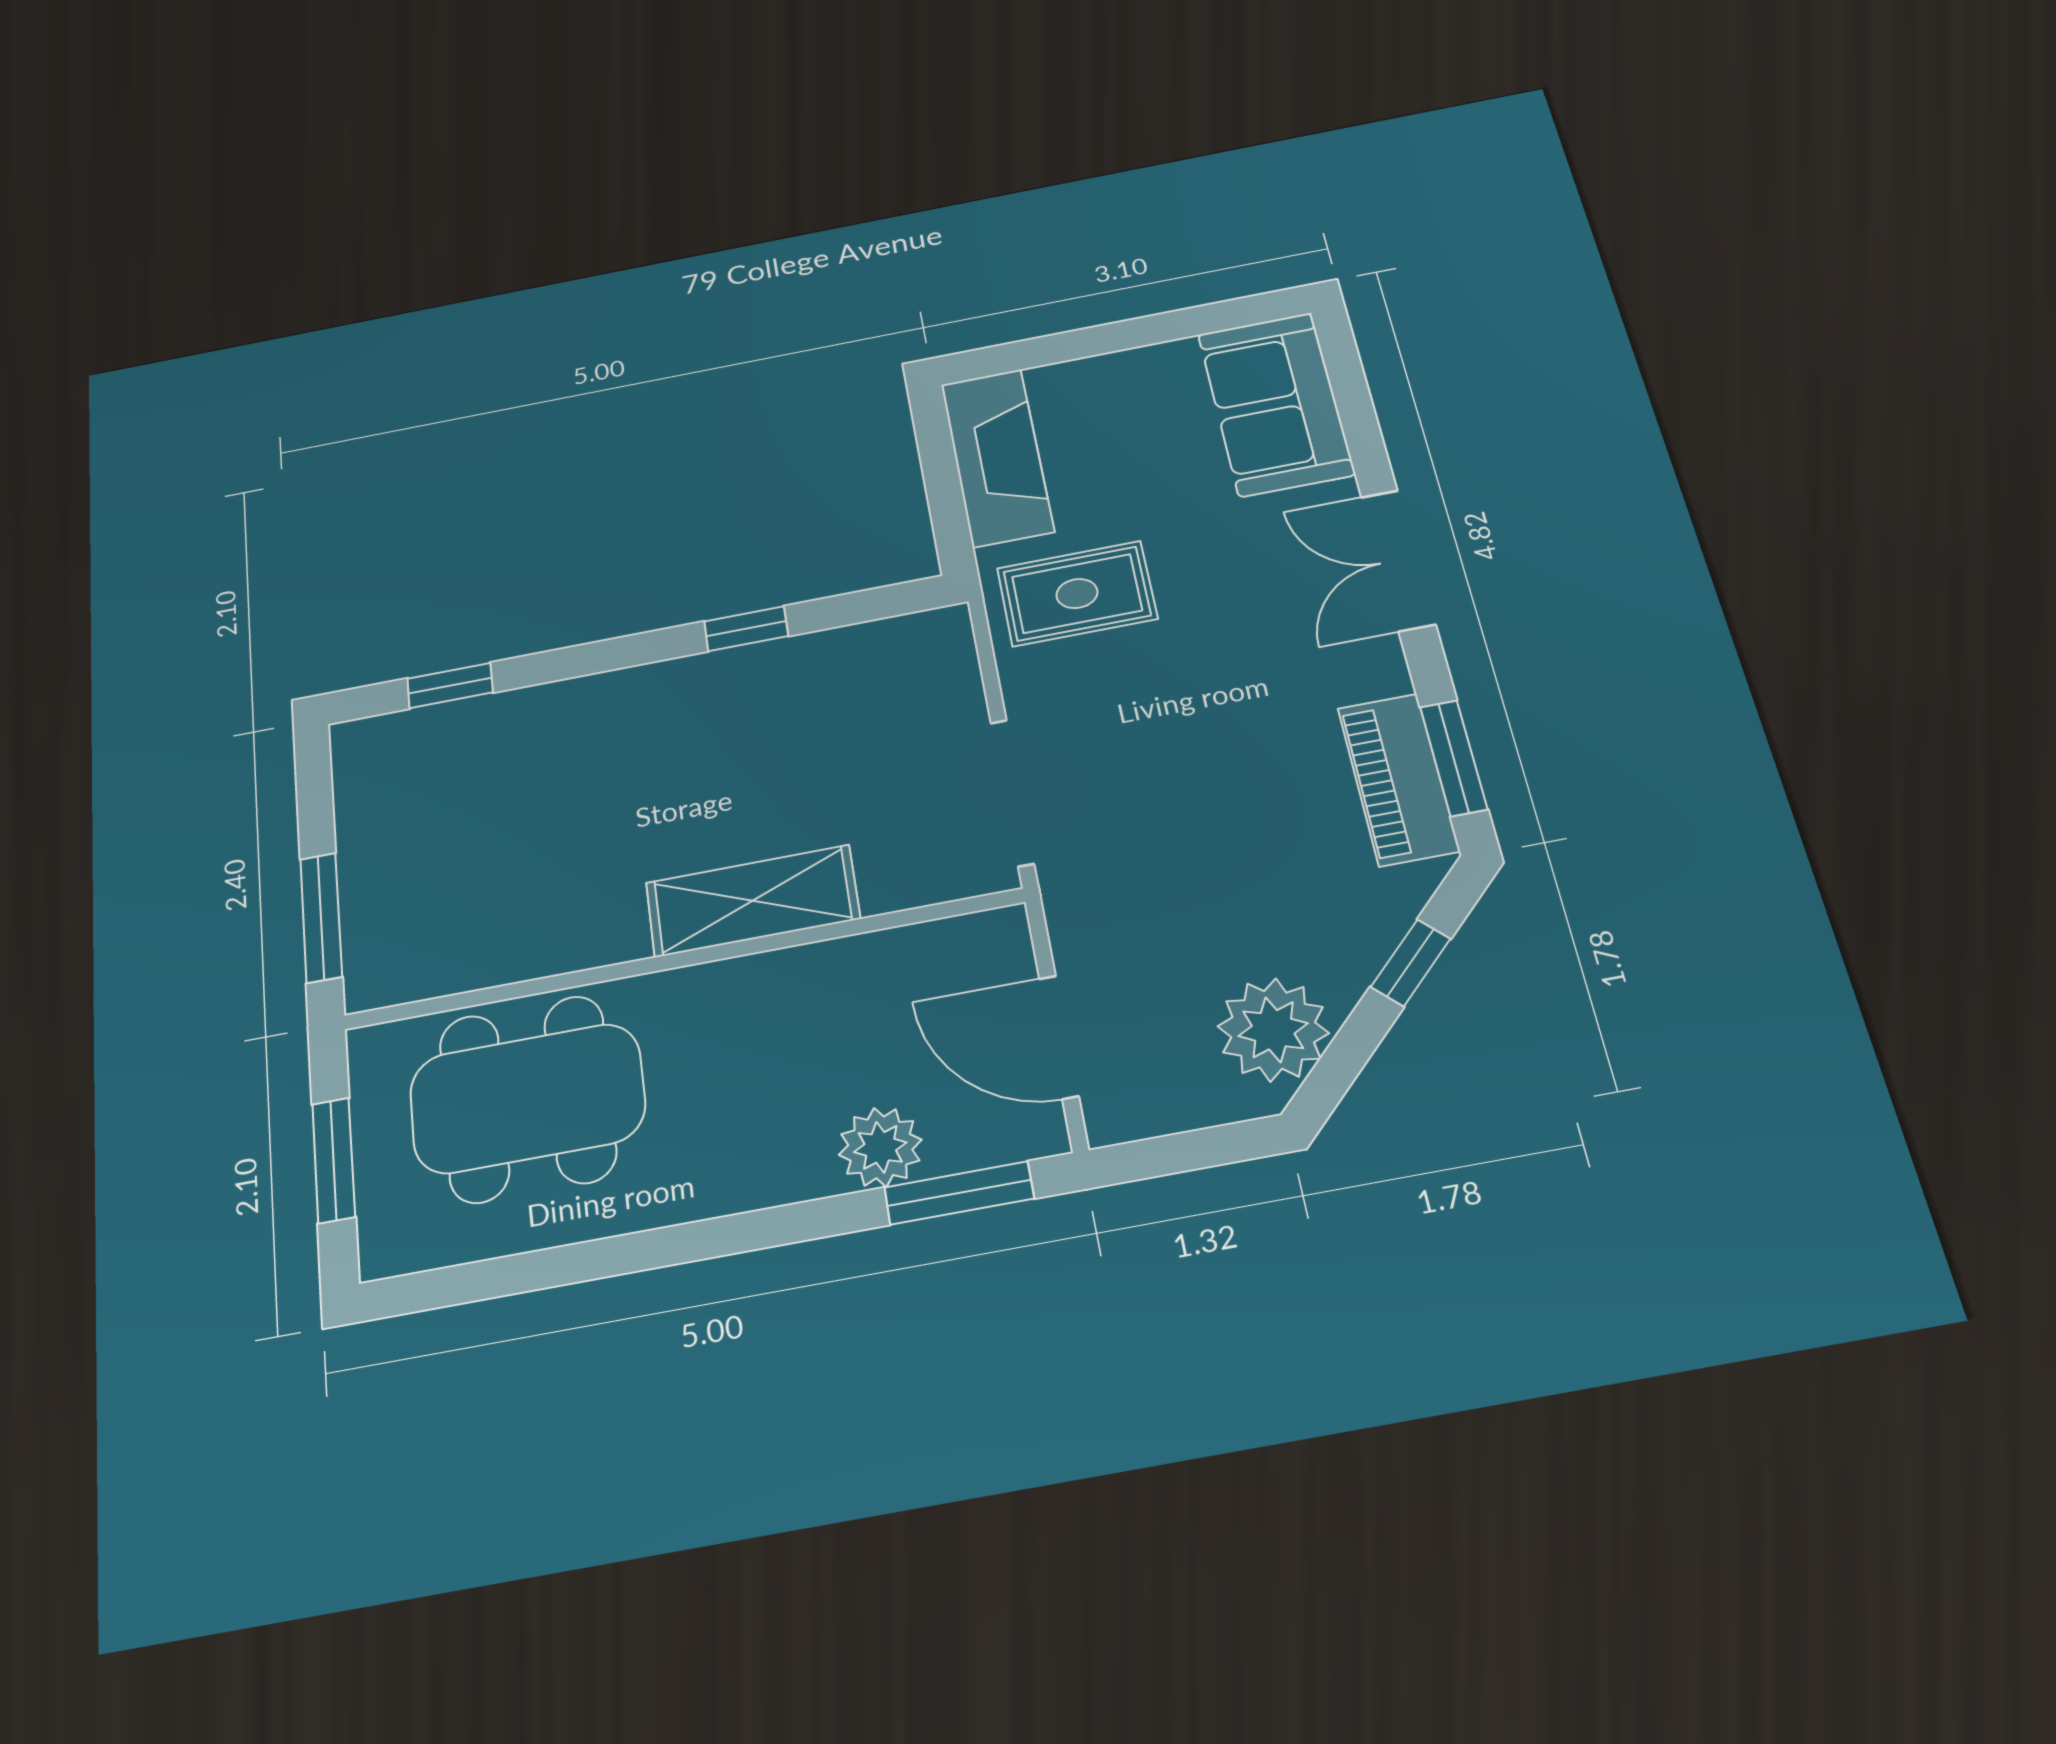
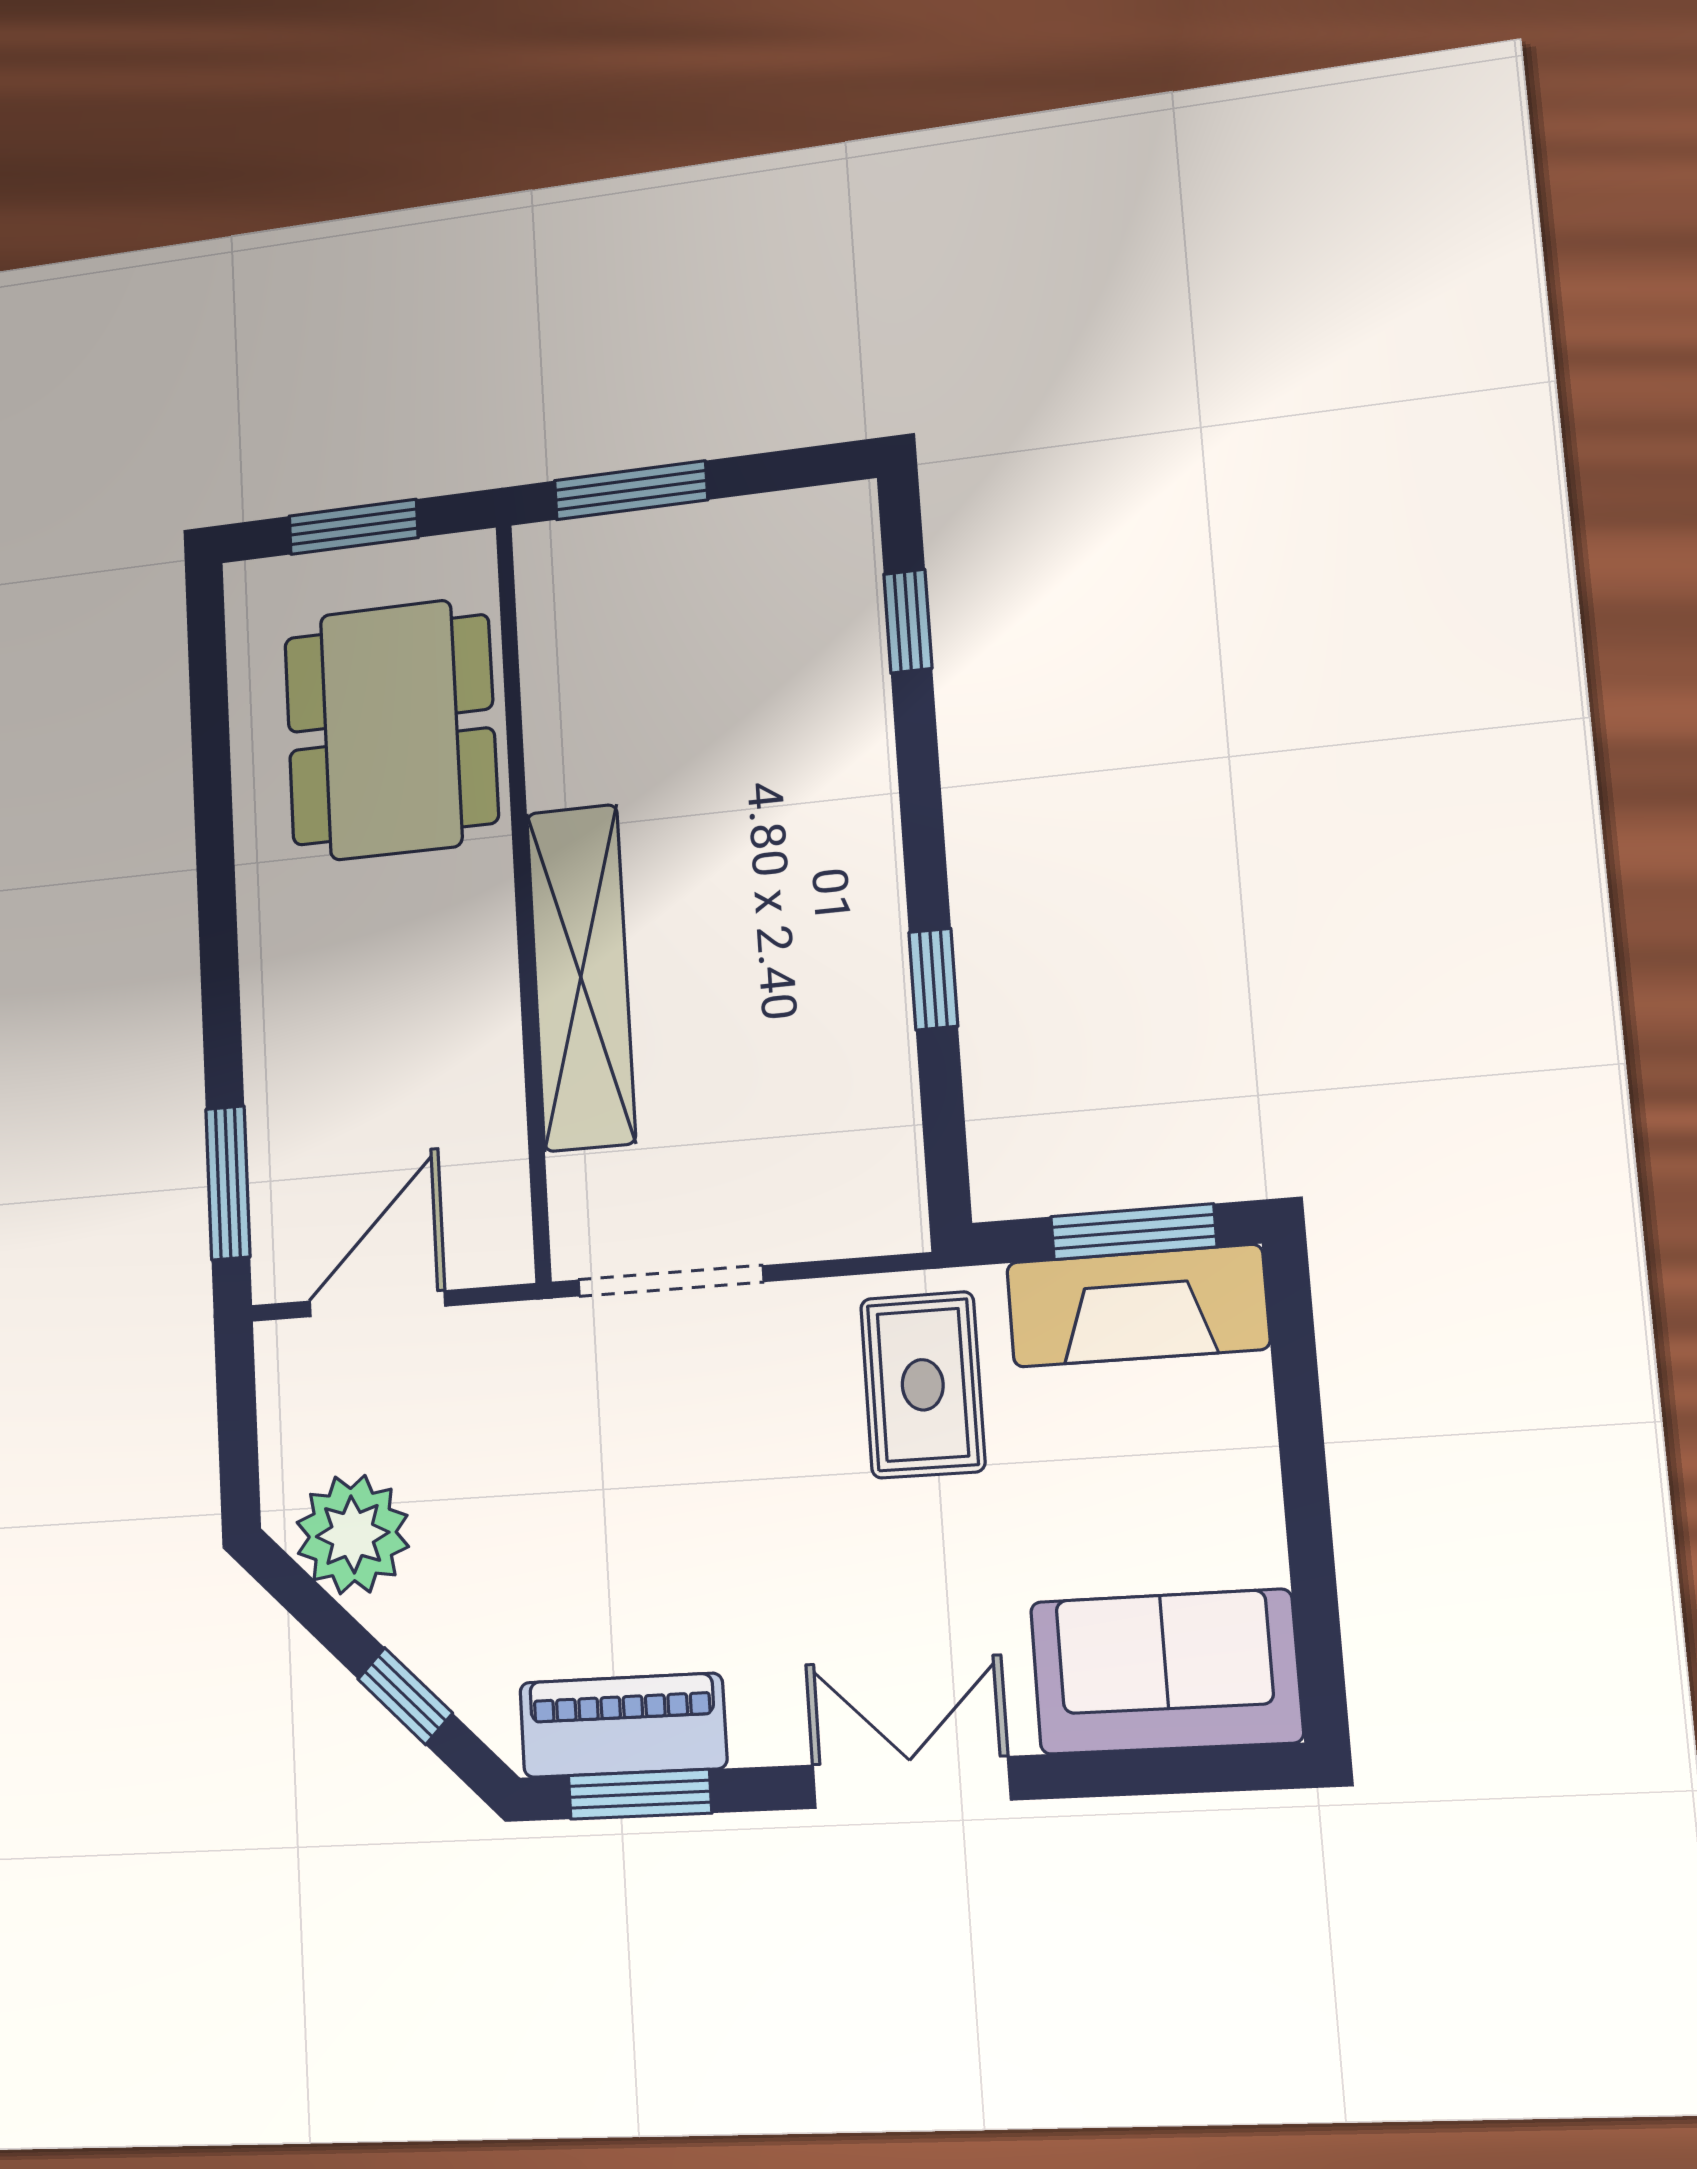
window: (940, 467) -> (1134, 1232), added
shelving: (753, 901) -> (581, 977), width x1.47
plant: (880, 1147) -> (286, 1104), removed

